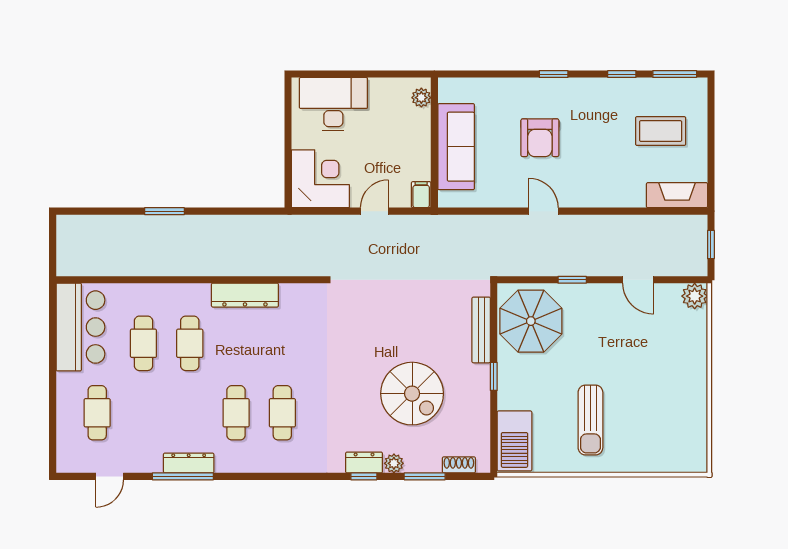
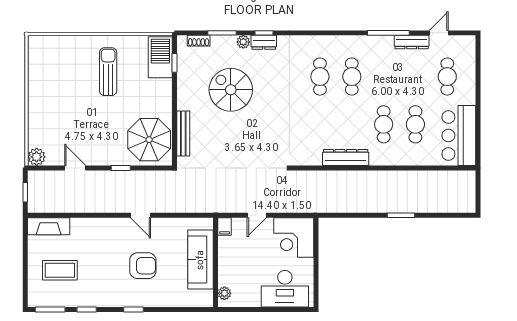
armchair: (540, 138) -> (143, 266), turned 90
window: (494, 376) -> (175, 63), moved
dresser: (189, 463) -> (412, 42), moved

